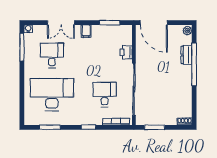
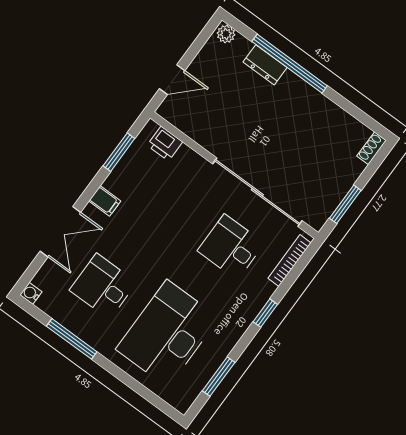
door: (154, 23) -> (172, 80), width x0.53
window: (22, 47) -> (72, 339), moved
printer: (126, 52) -> (165, 144), moved

